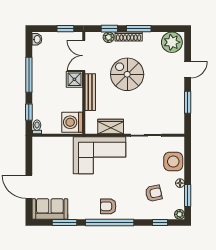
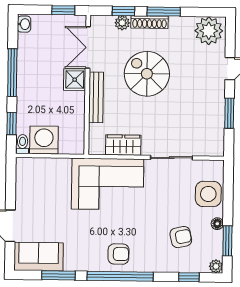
washing machine: (72, 122) -> (44, 140), moved, turned 90
armchair: (108, 206) -> (118, 254), turned 180

